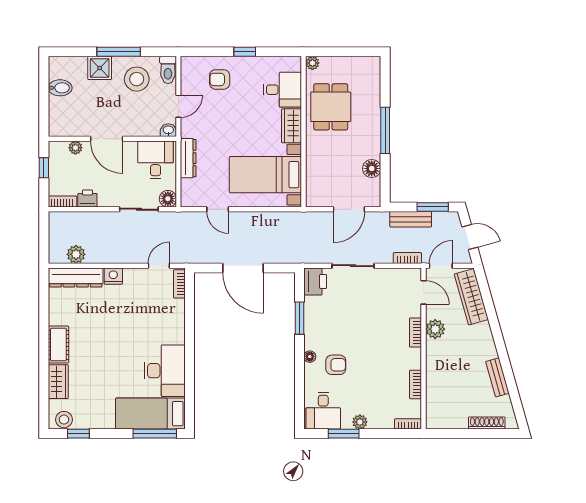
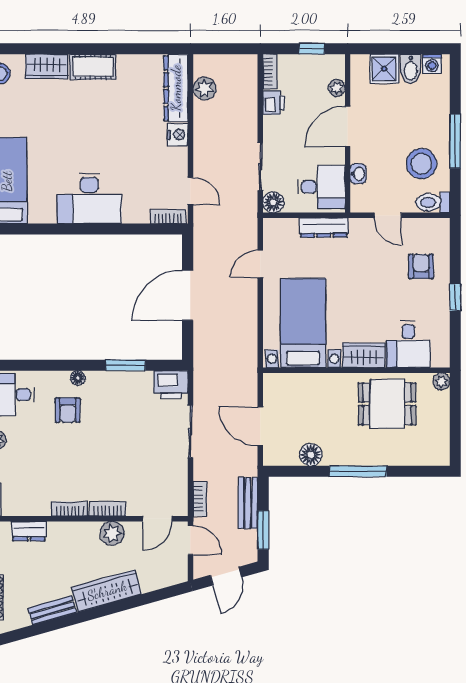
shower: (100, 68) -> (384, 69), moved
washing machine: (56, 71) -> (432, 64), added
washbasin: (168, 130) -> (358, 174), moved
wardrobe: (471, 297) -> (107, 591), moved
desk: (165, 371) -> (89, 198), moved
bookcase: (416, 384) -> (70, 509), moved
dresser: (433, 396) -> (29, 531), added

